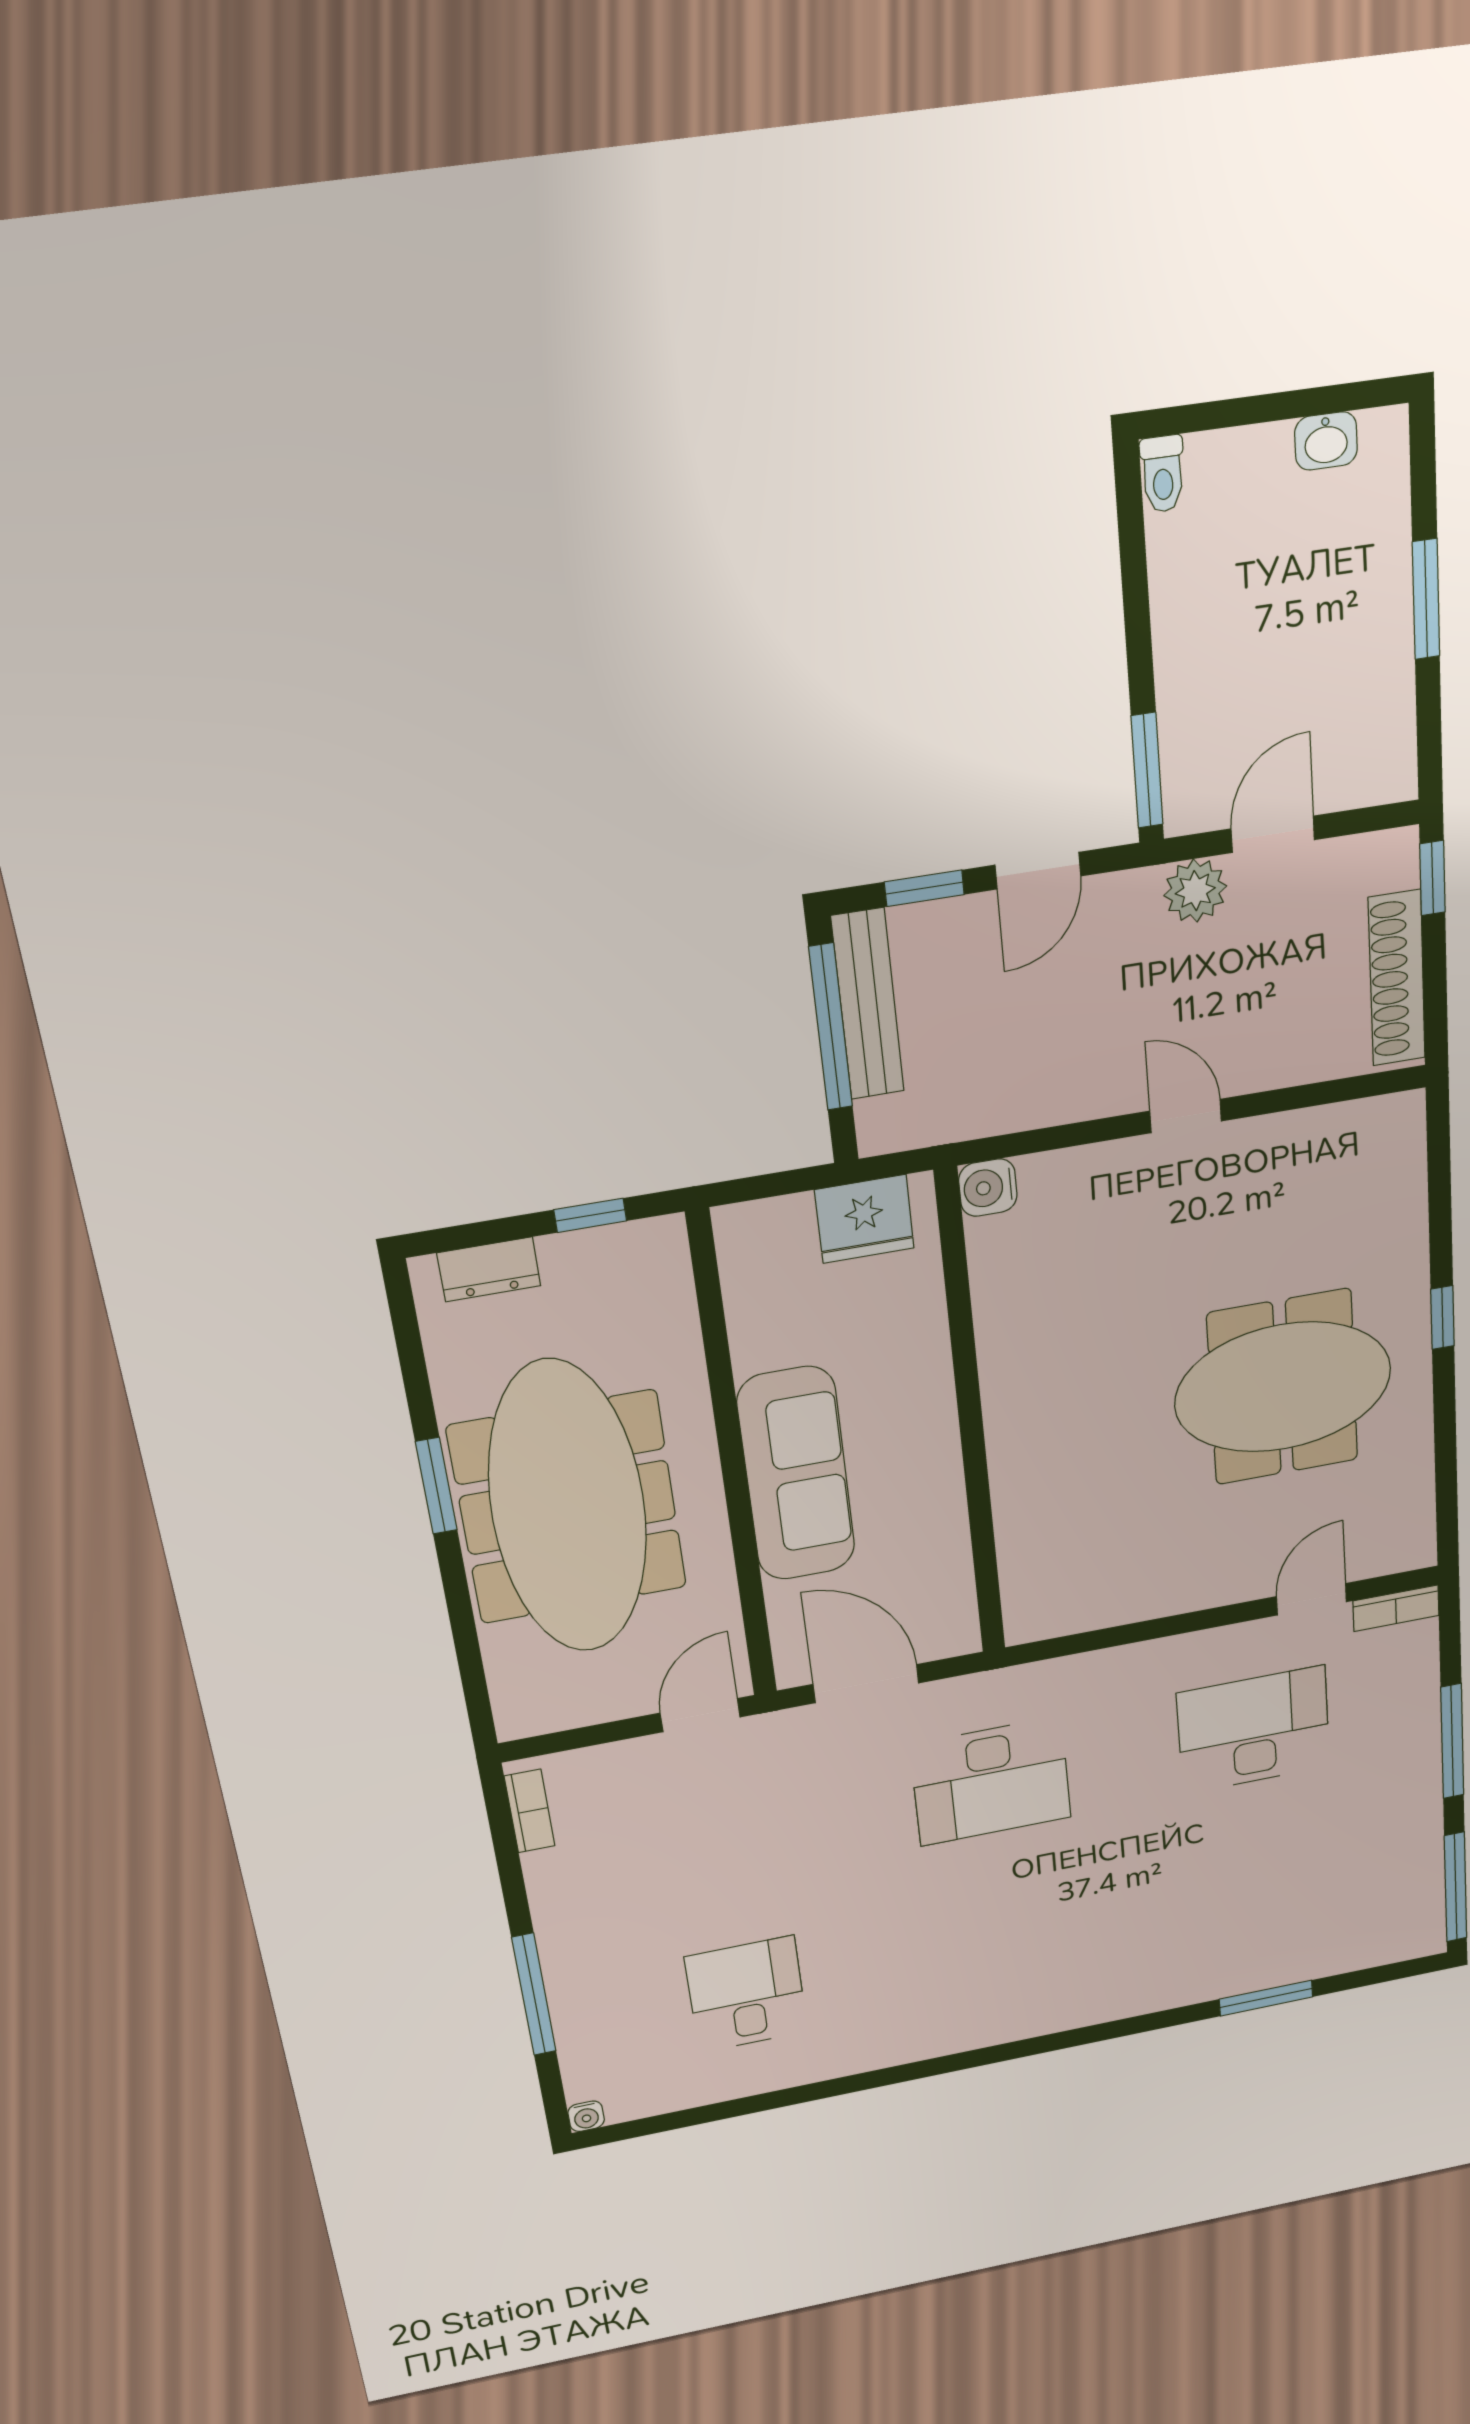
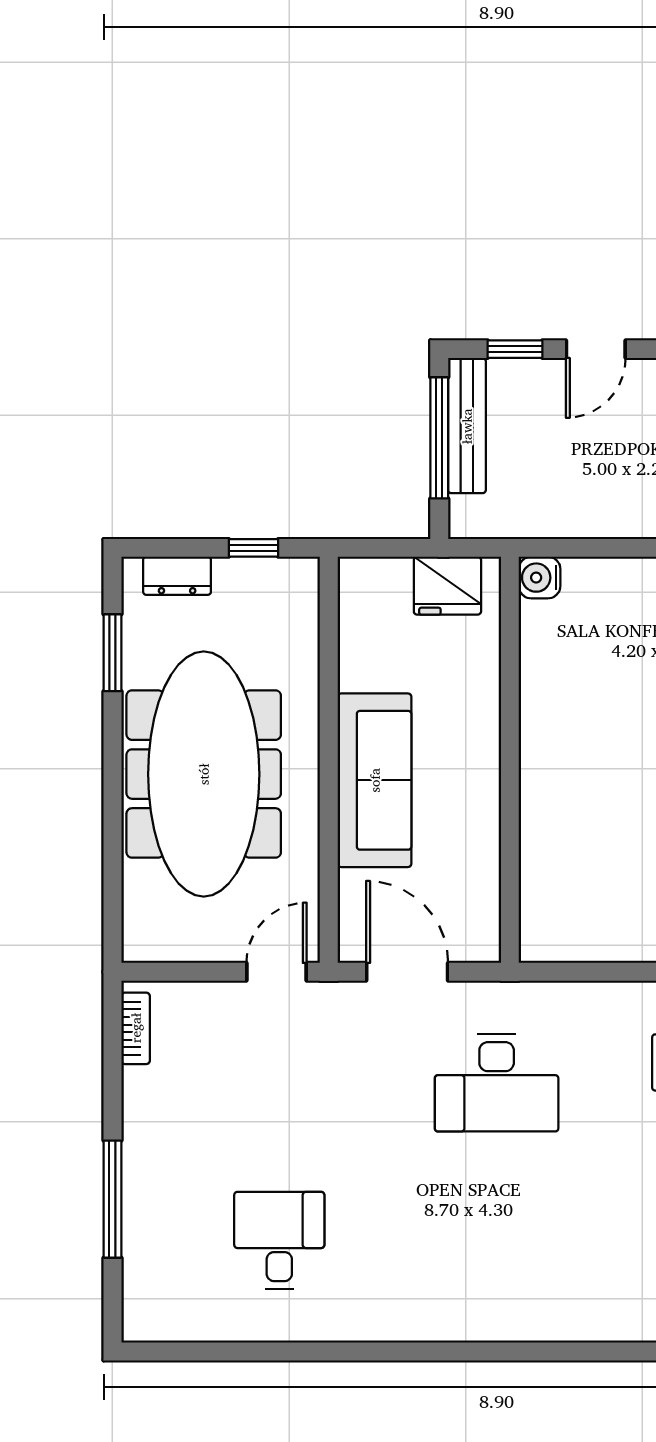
window: (436, 1486) -> (112, 653), moved
water cooler: (586, 2116) -> (135, 1329), removed

